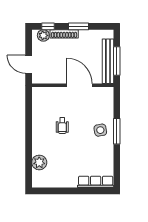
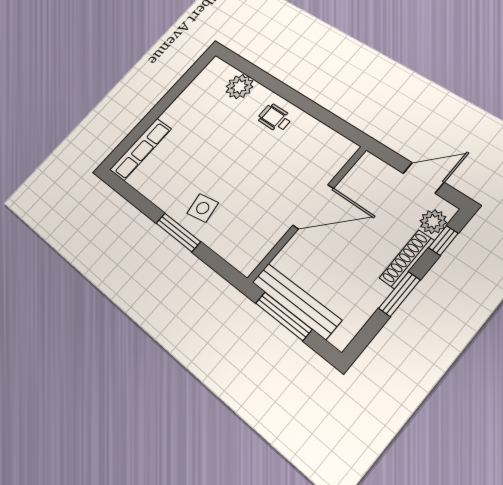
door: (29, 64) -> (423, 178), moved
door: (80, 85) -> (313, 207), moved
wheelchair: (62, 126) -> (275, 118), moved

